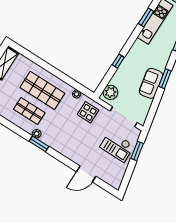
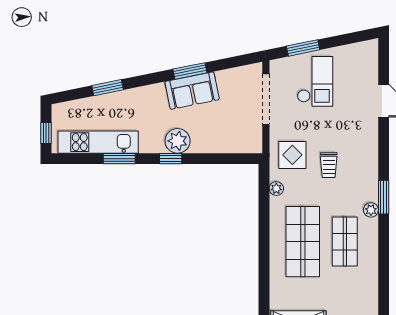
window: (146, 17) -> (119, 159), moved
window: (118, 61) -> (171, 159), moved
window: (165, 79) -> (190, 71), moved
plant: (110, 92) -> (178, 141), moved
trolley: (72, 127) -> (329, 165), added

